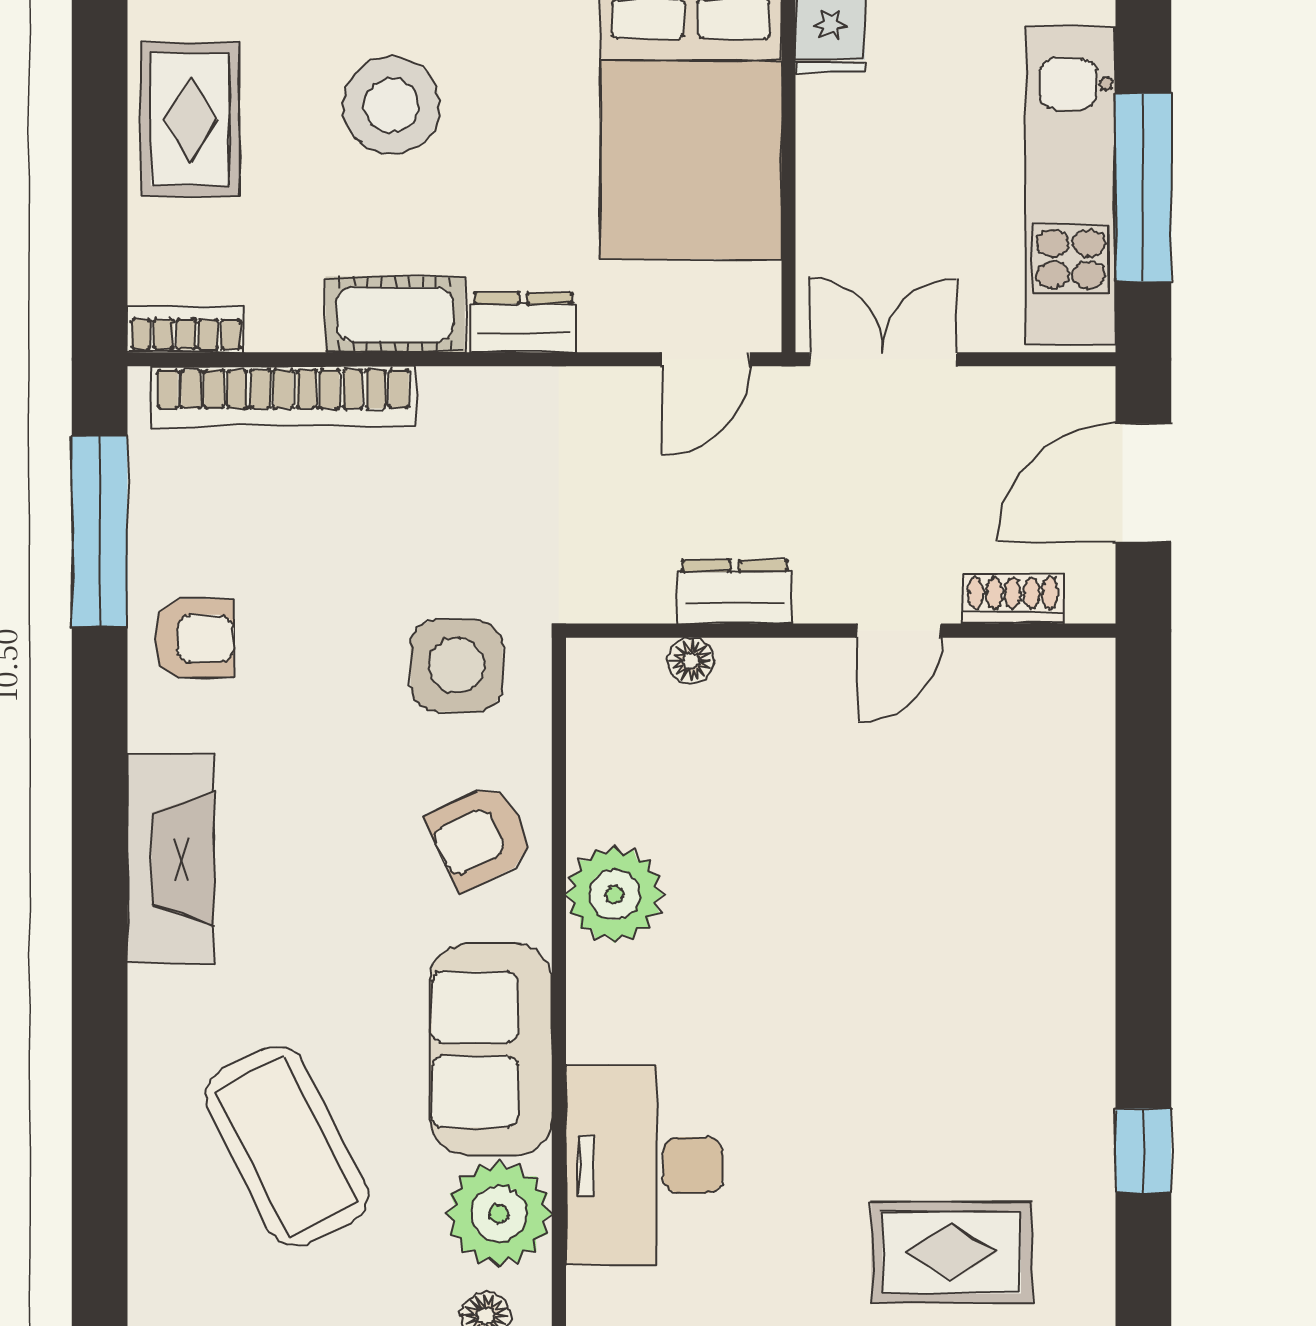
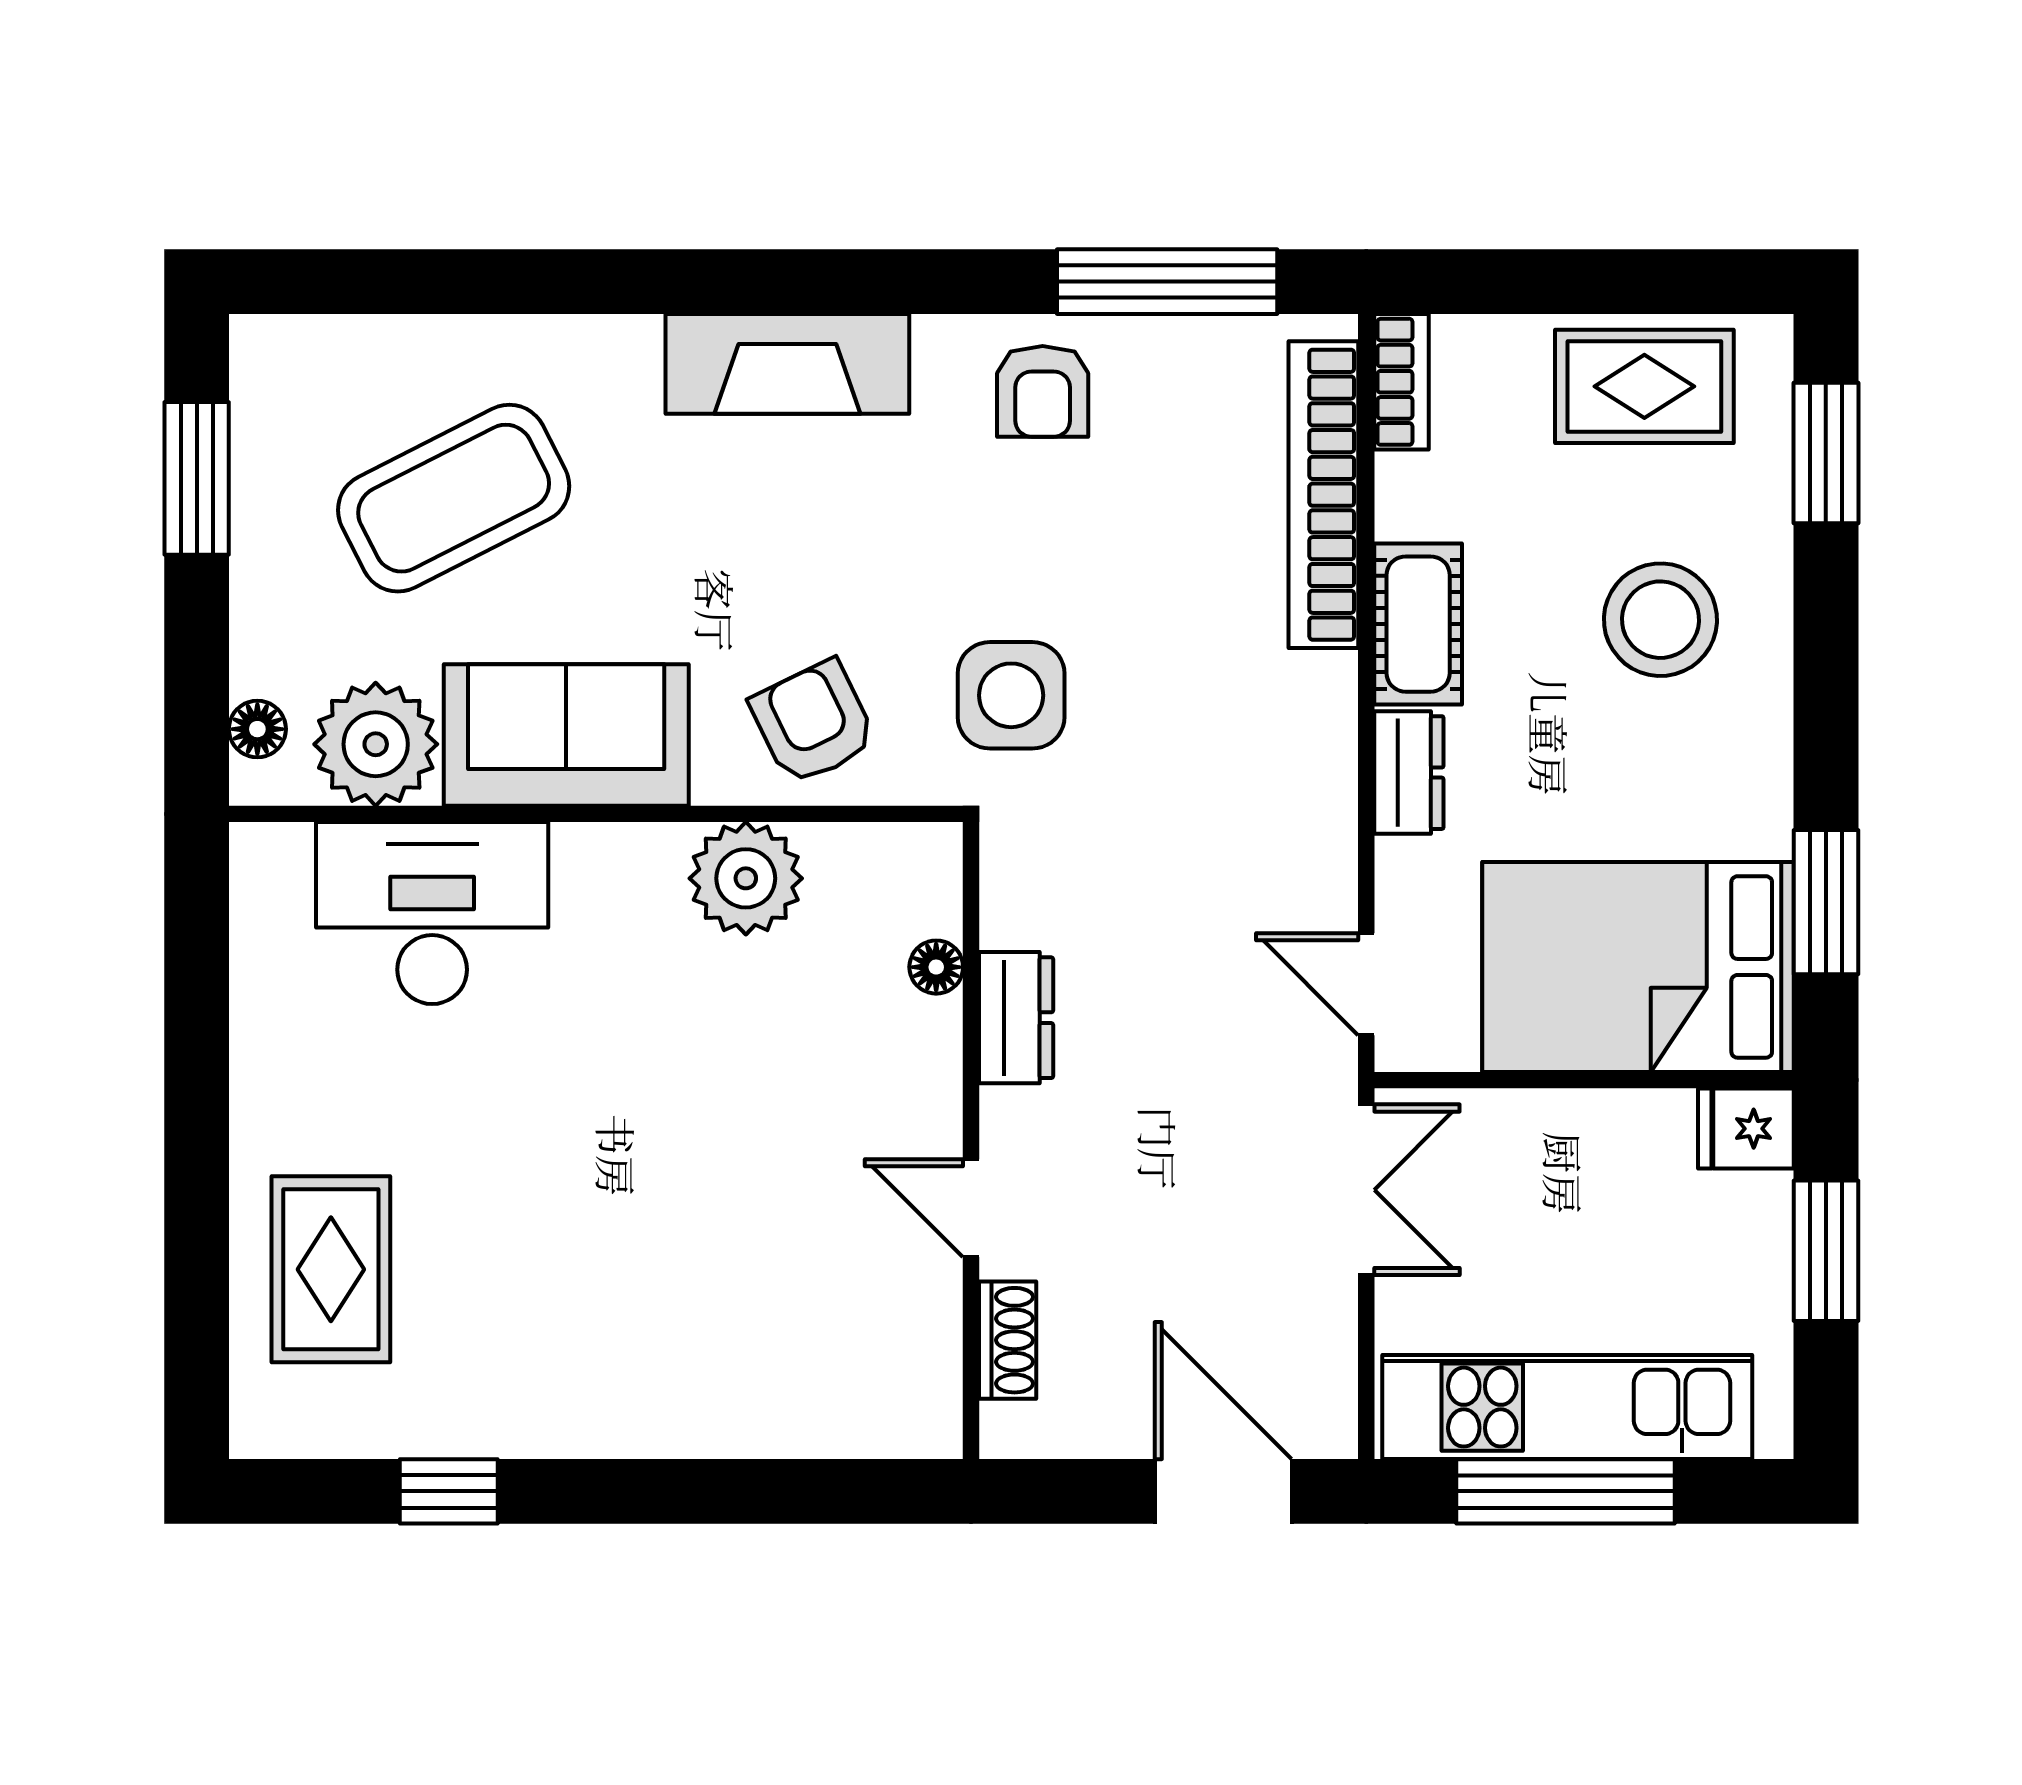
dresser: (735, 592) -> (1016, 1018), moved
shoe rack: (1013, 599) -> (1008, 1340), moved
wall: (841, 631) -> (971, 1141), moved
door: (899, 631) -> (971, 1208), moved
floor lamp: (691, 661) -> (936, 967), moved

